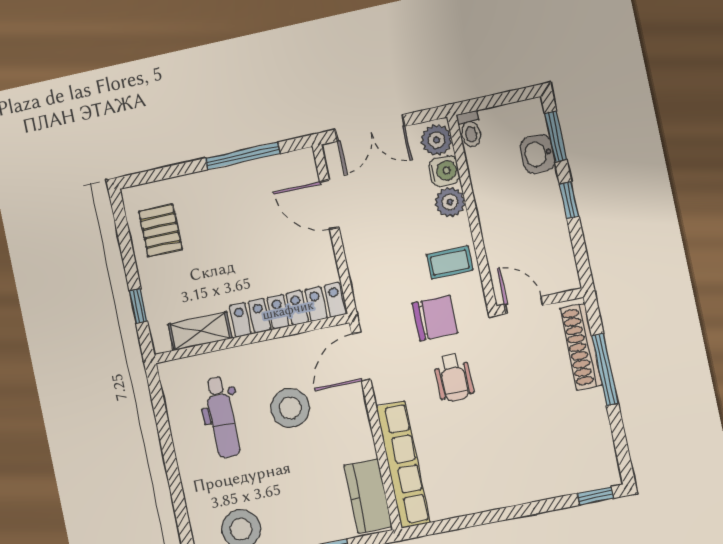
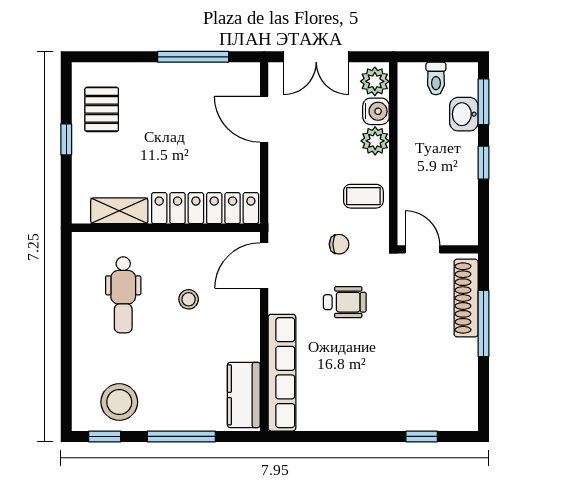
toilet: (470, 130) -> (436, 79), moved
window: (138, 306) -> (66, 139), moved
chair: (435, 318) -> (339, 244), width x0.54, depth x0.54
wheelchair: (454, 377) -> (345, 302), turned -90
stool: (290, 408) -> (189, 299), width x0.53, depth x0.53
window: (595, 496) -> (422, 436), moved

